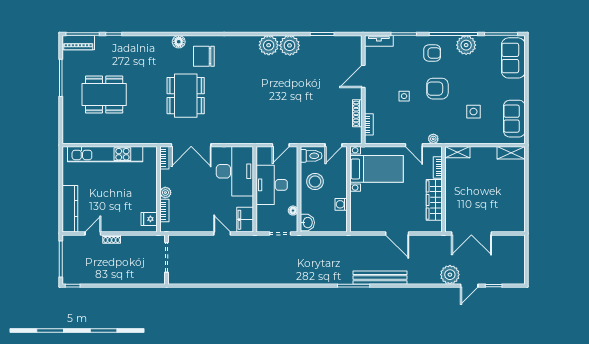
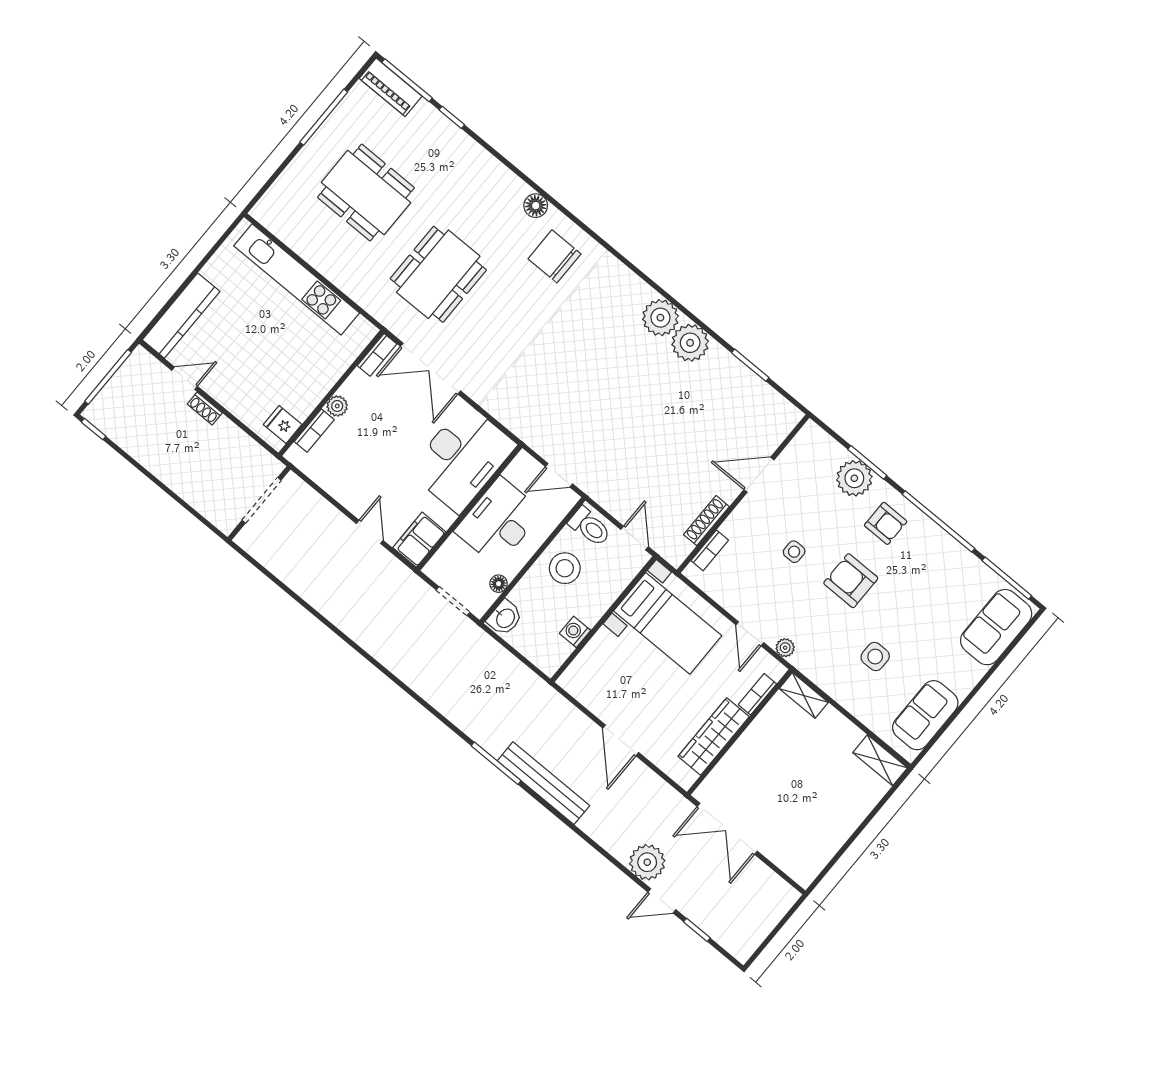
tv unit: (379, 41) -> (824, 442), removed
plant: (466, 45) -> (854, 478), moved
dining table: (186, 96) -> (438, 274), moved
door: (333, 145) -> (635, 538), swing flipped

